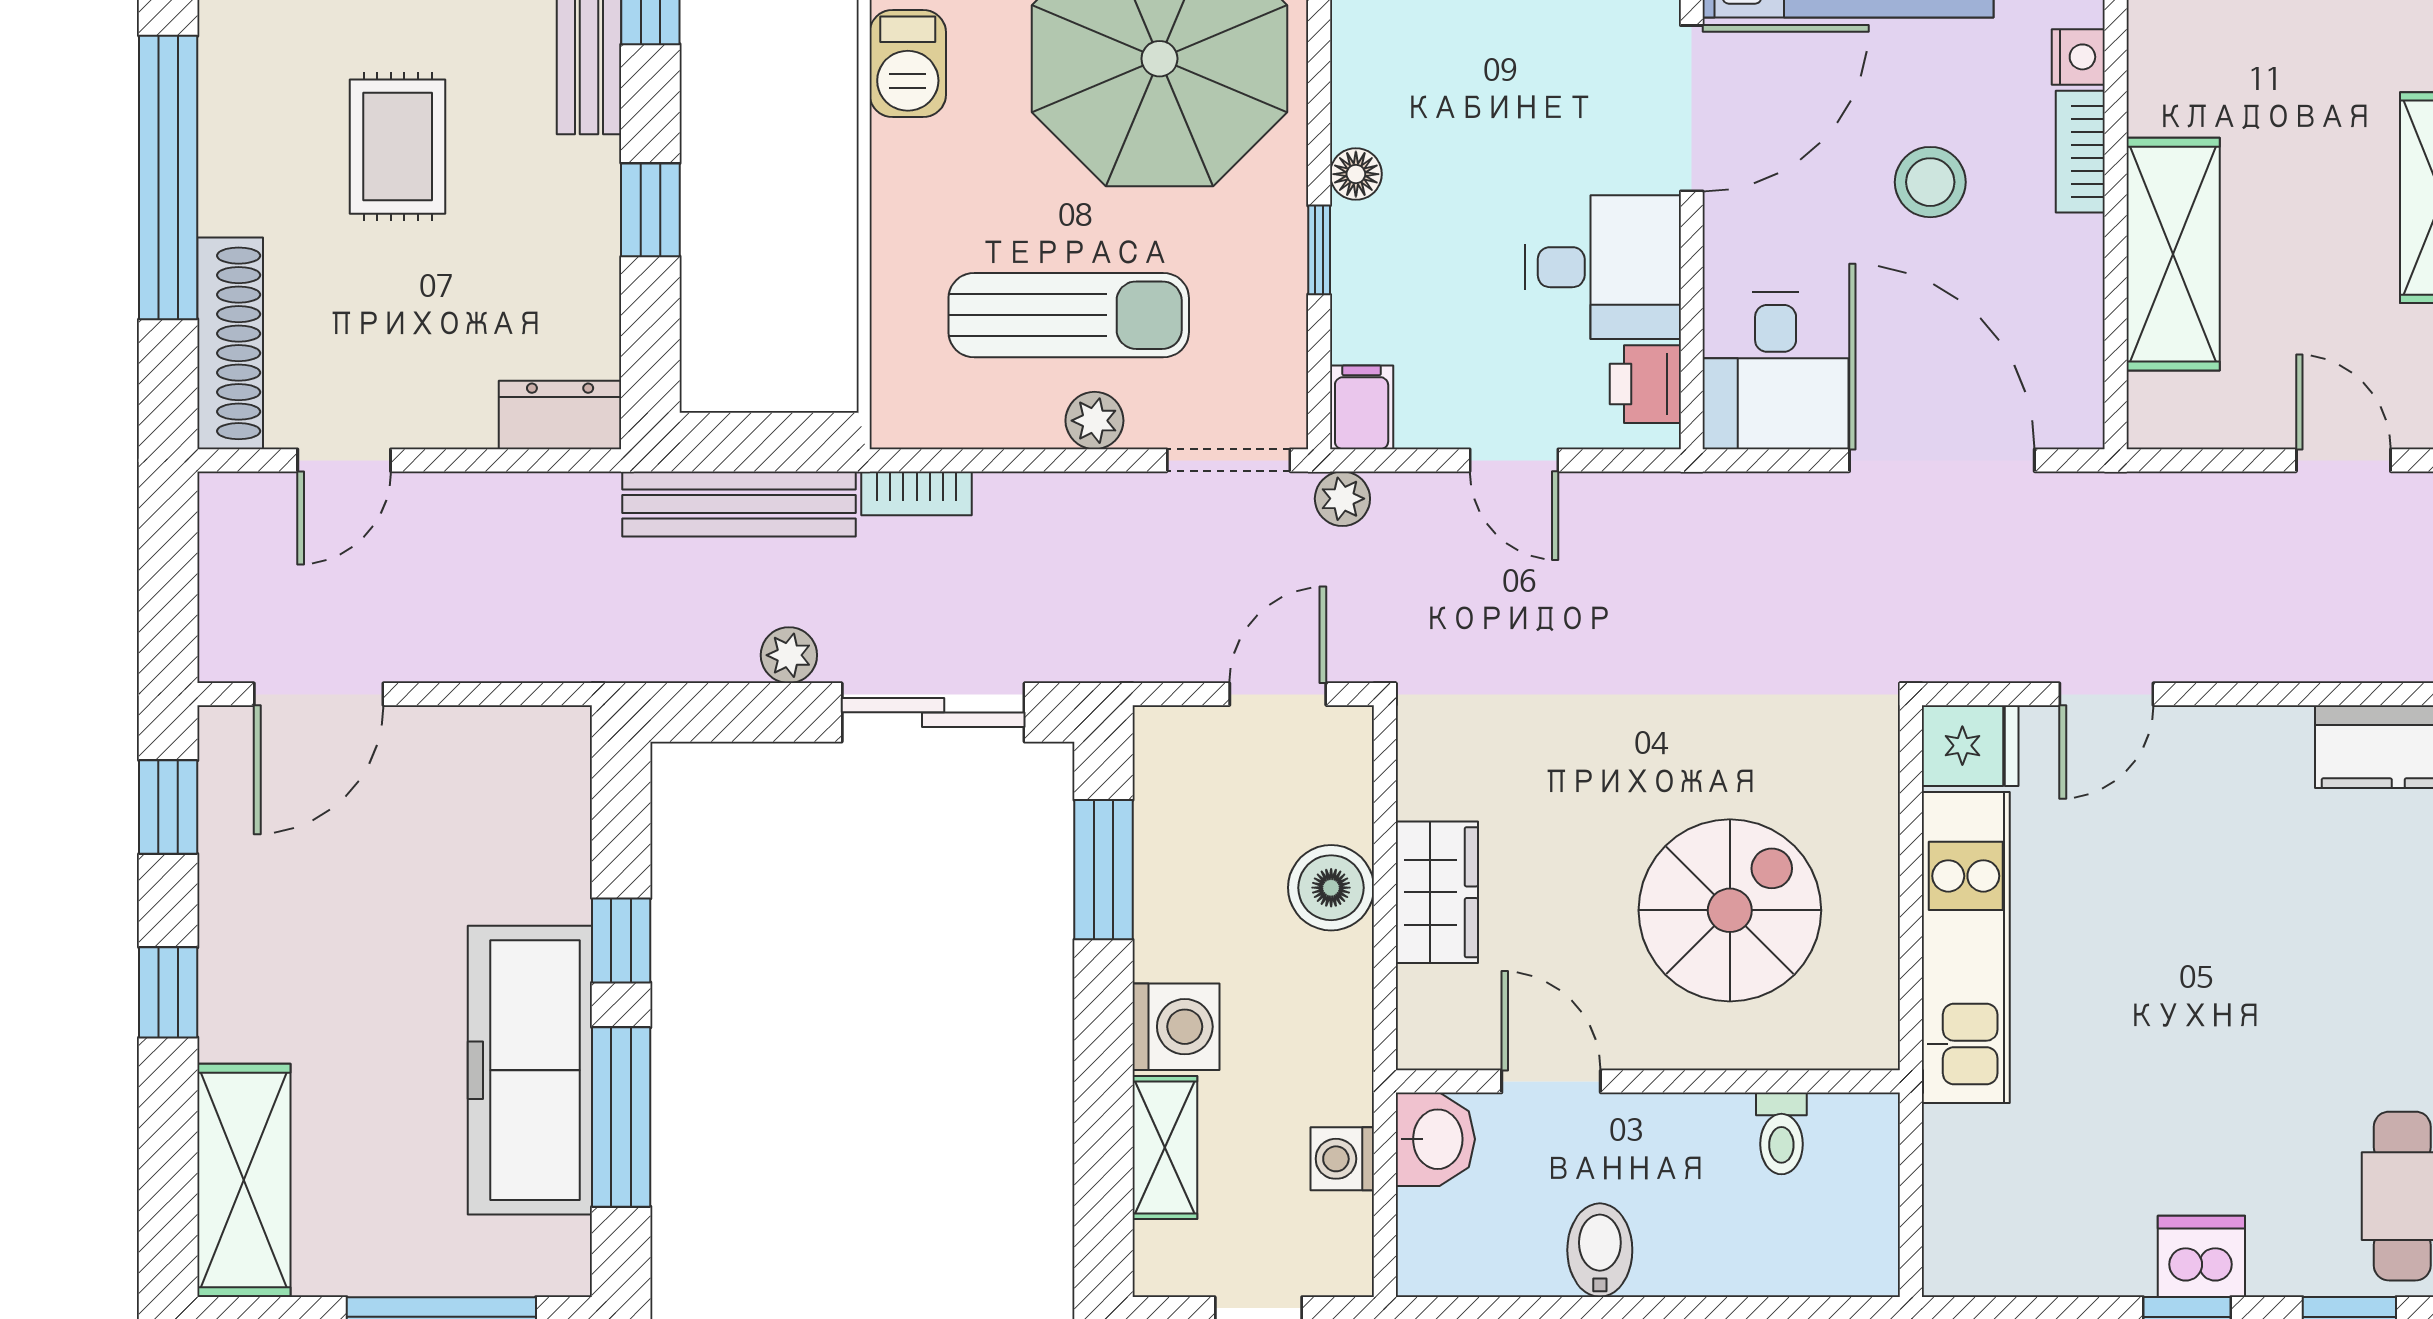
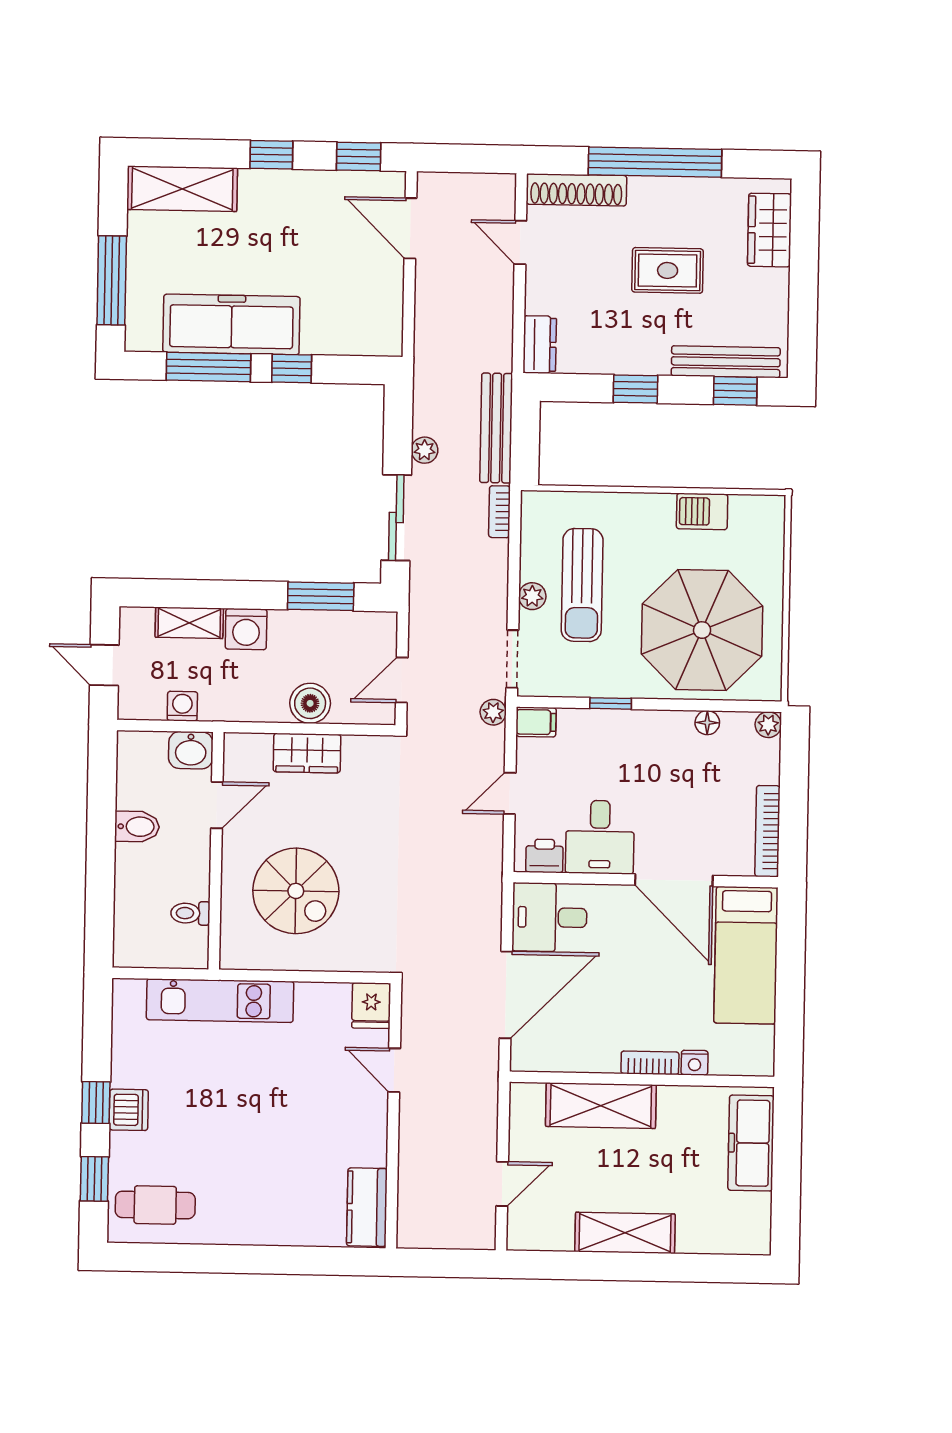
floor lamp: (1356, 174) -> (707, 723), moved
stool: (1930, 182) -> (637, 992), removed
door: (1278, 694) -> (402, 680), swing flipped
kitchen unit: (1966, 948) -> (220, 1001), moved

